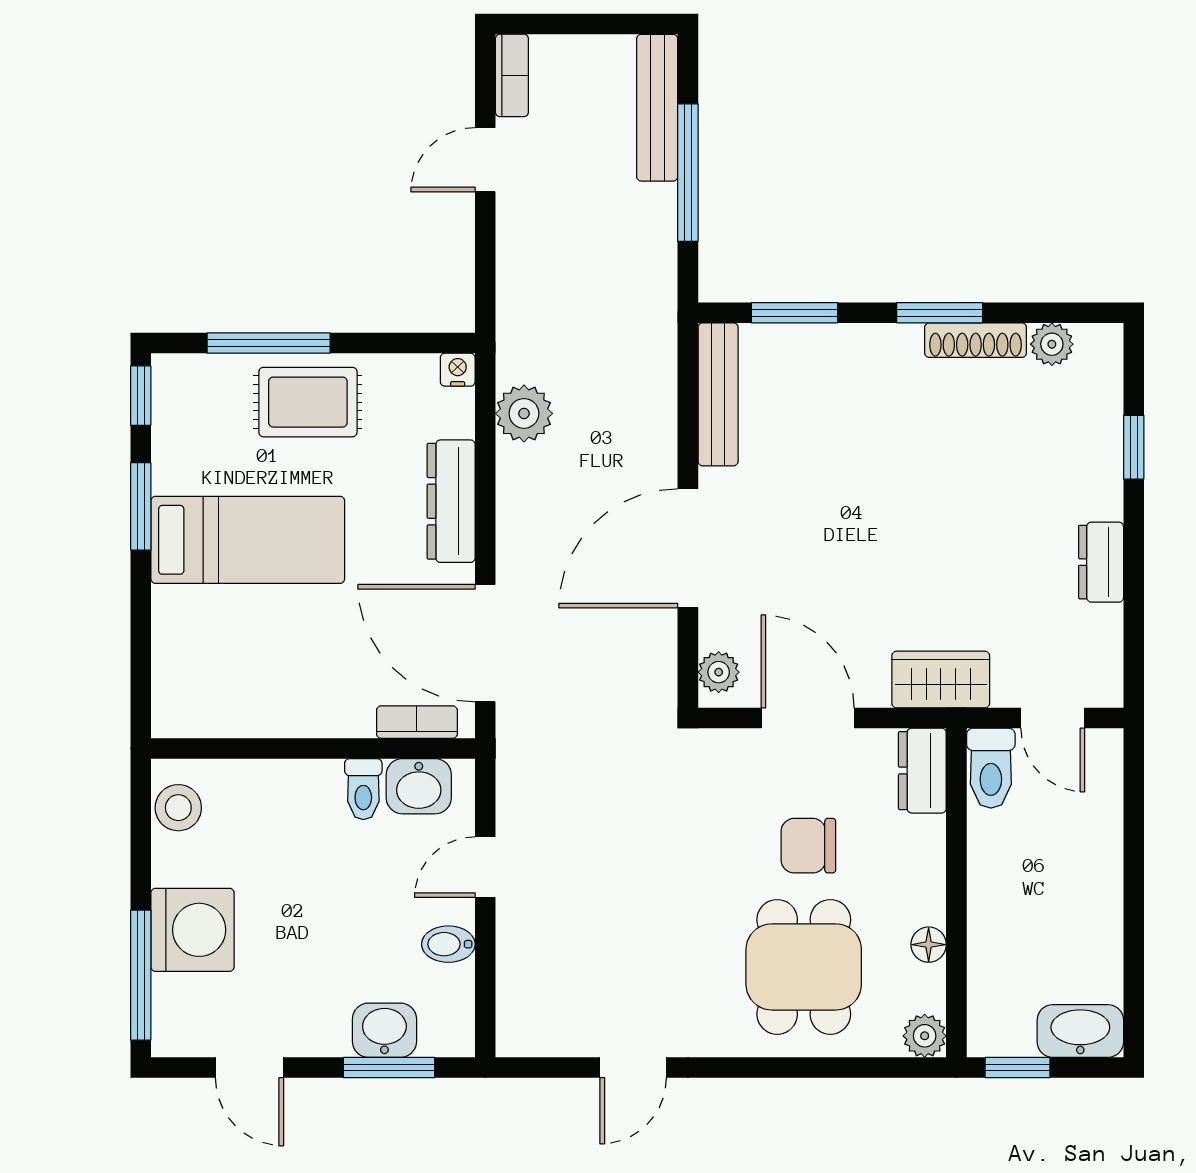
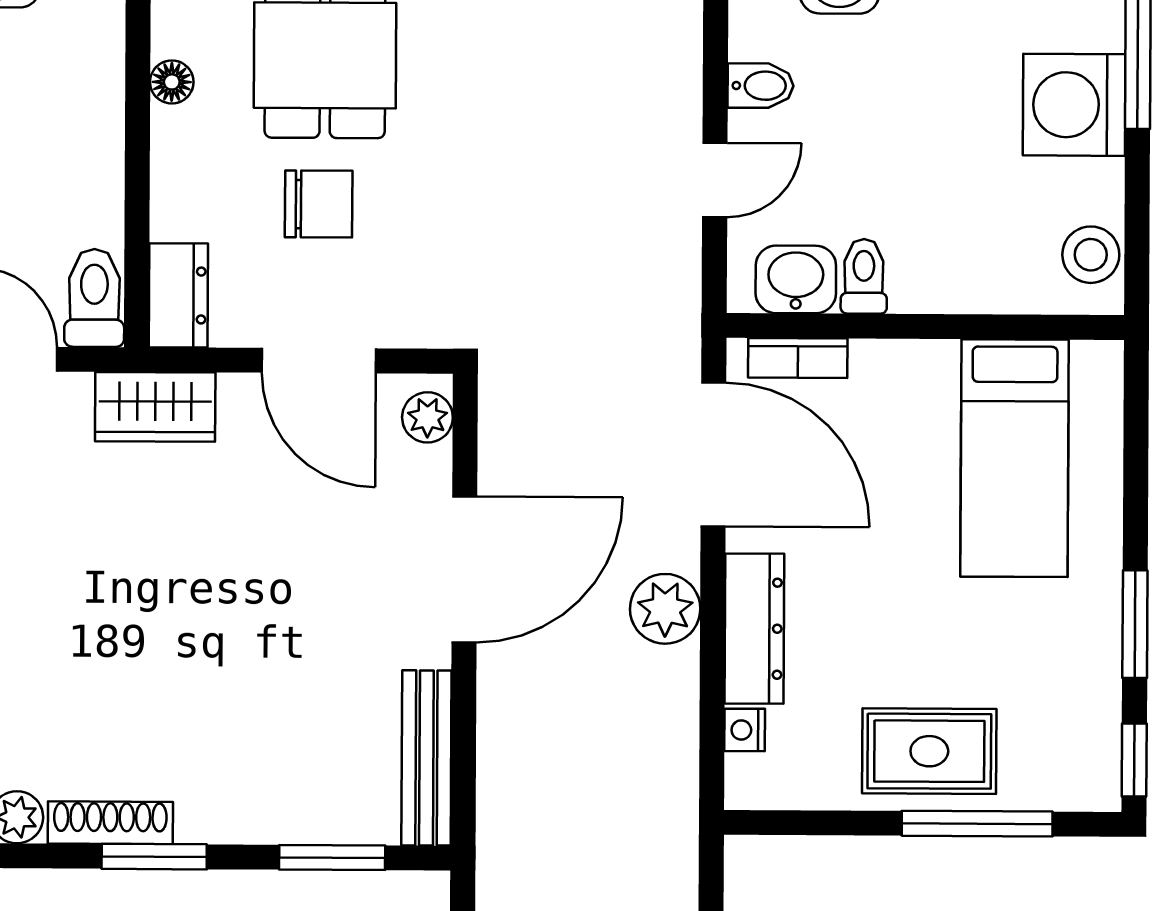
nightstand: (458, 370) -> (745, 730), moved, turned 90
plant: (524, 413) -> (665, 609), moved
bed: (248, 540) -> (1015, 458), moved, turned -90

